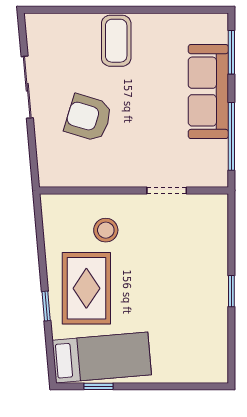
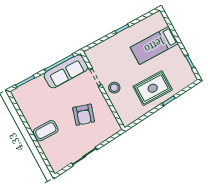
sofa: (208, 92) -> (66, 71), moved
armchair: (88, 118) -> (84, 115), moved
stool: (106, 230) -> (114, 88), moved
bed: (102, 357) -> (154, 45), moved, turned -85

